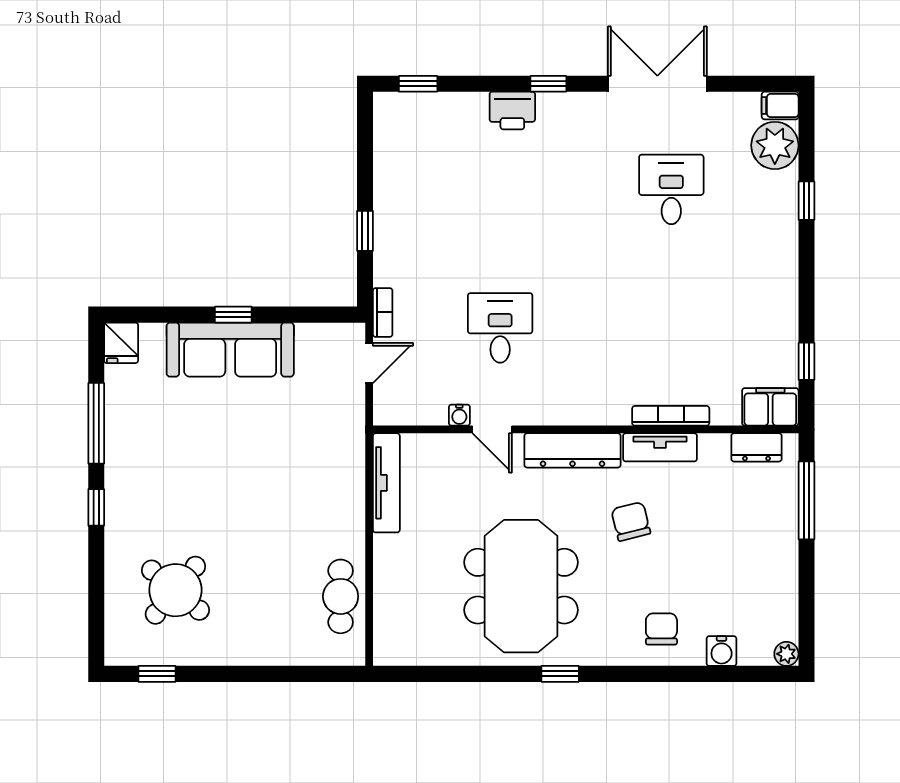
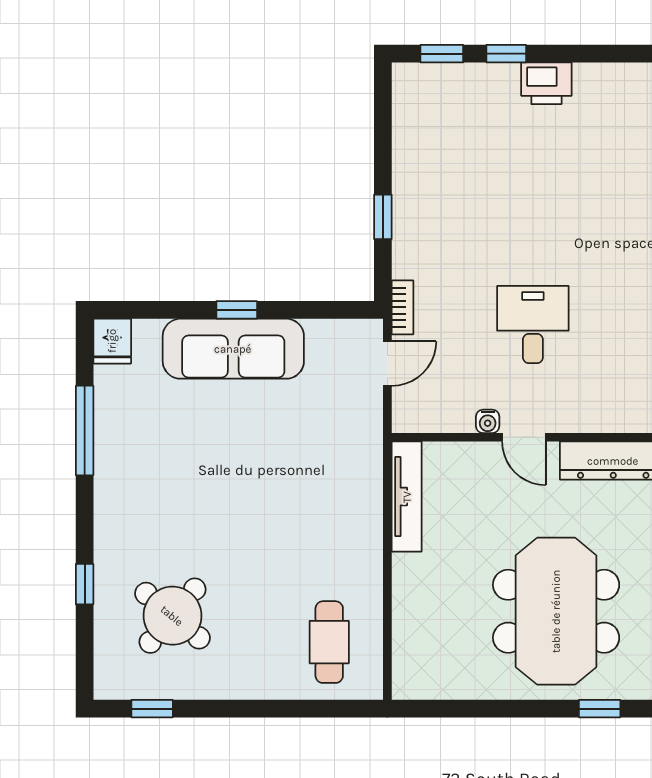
window: (548, 84) -> (506, 54), moved
window: (96, 507) -> (85, 584), moved
cafe table: (341, 596) -> (329, 642), moved

